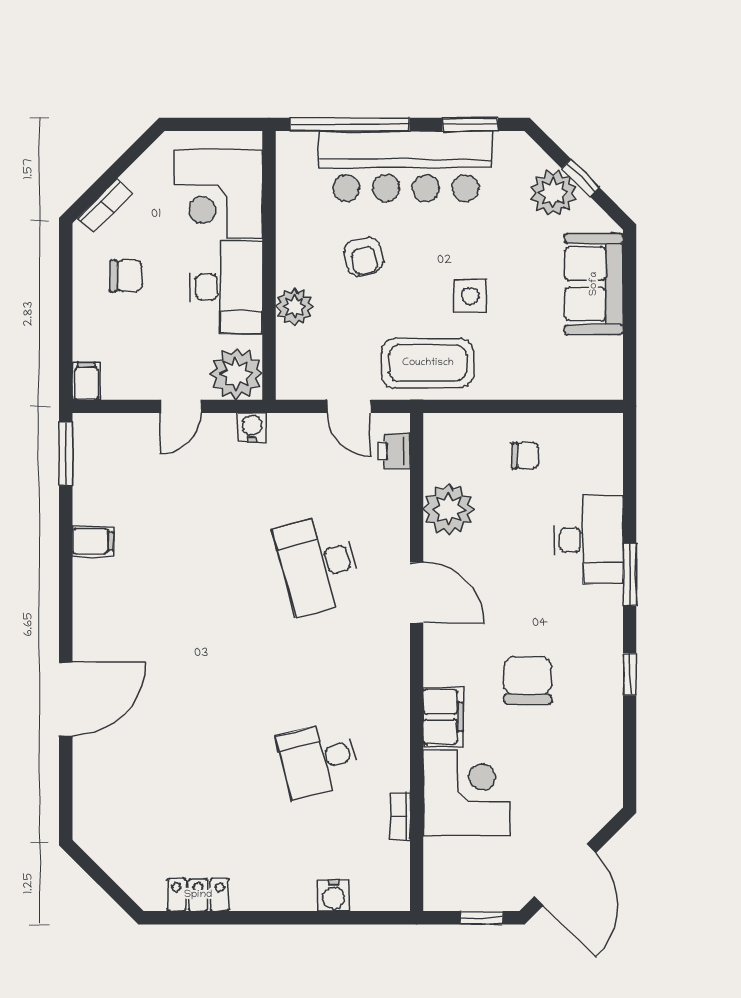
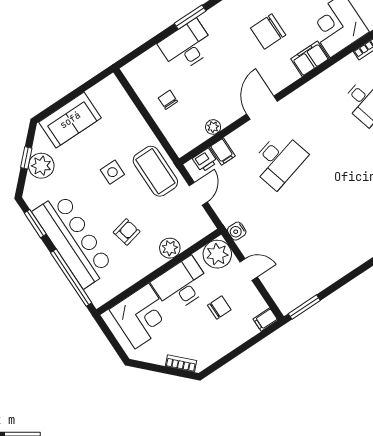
chair: (126, 276) -> (219, 308), moved, turned 90
plant: (449, 509) -> (213, 127), width x0.53, depth x0.53
filing cabinet: (93, 541) -> (222, 151), moved, turned 180

